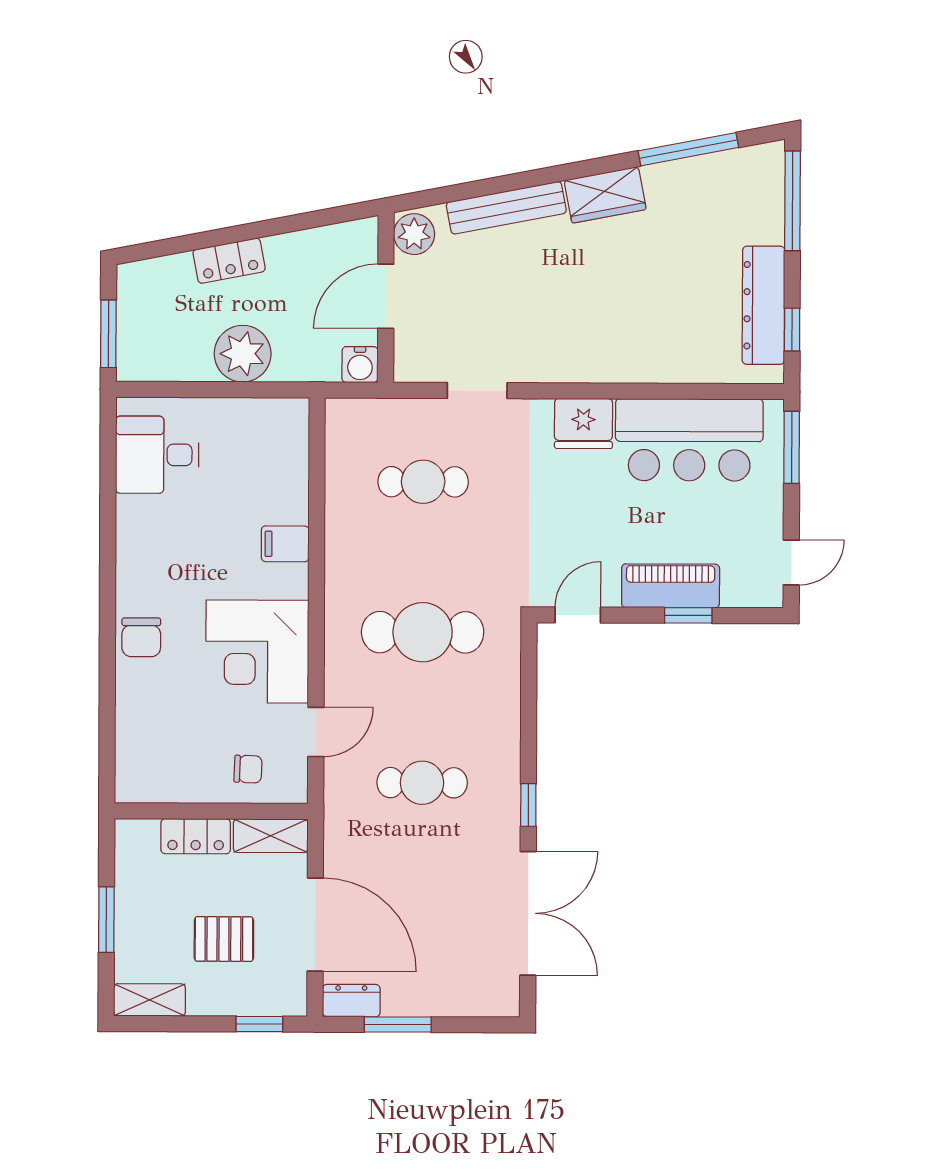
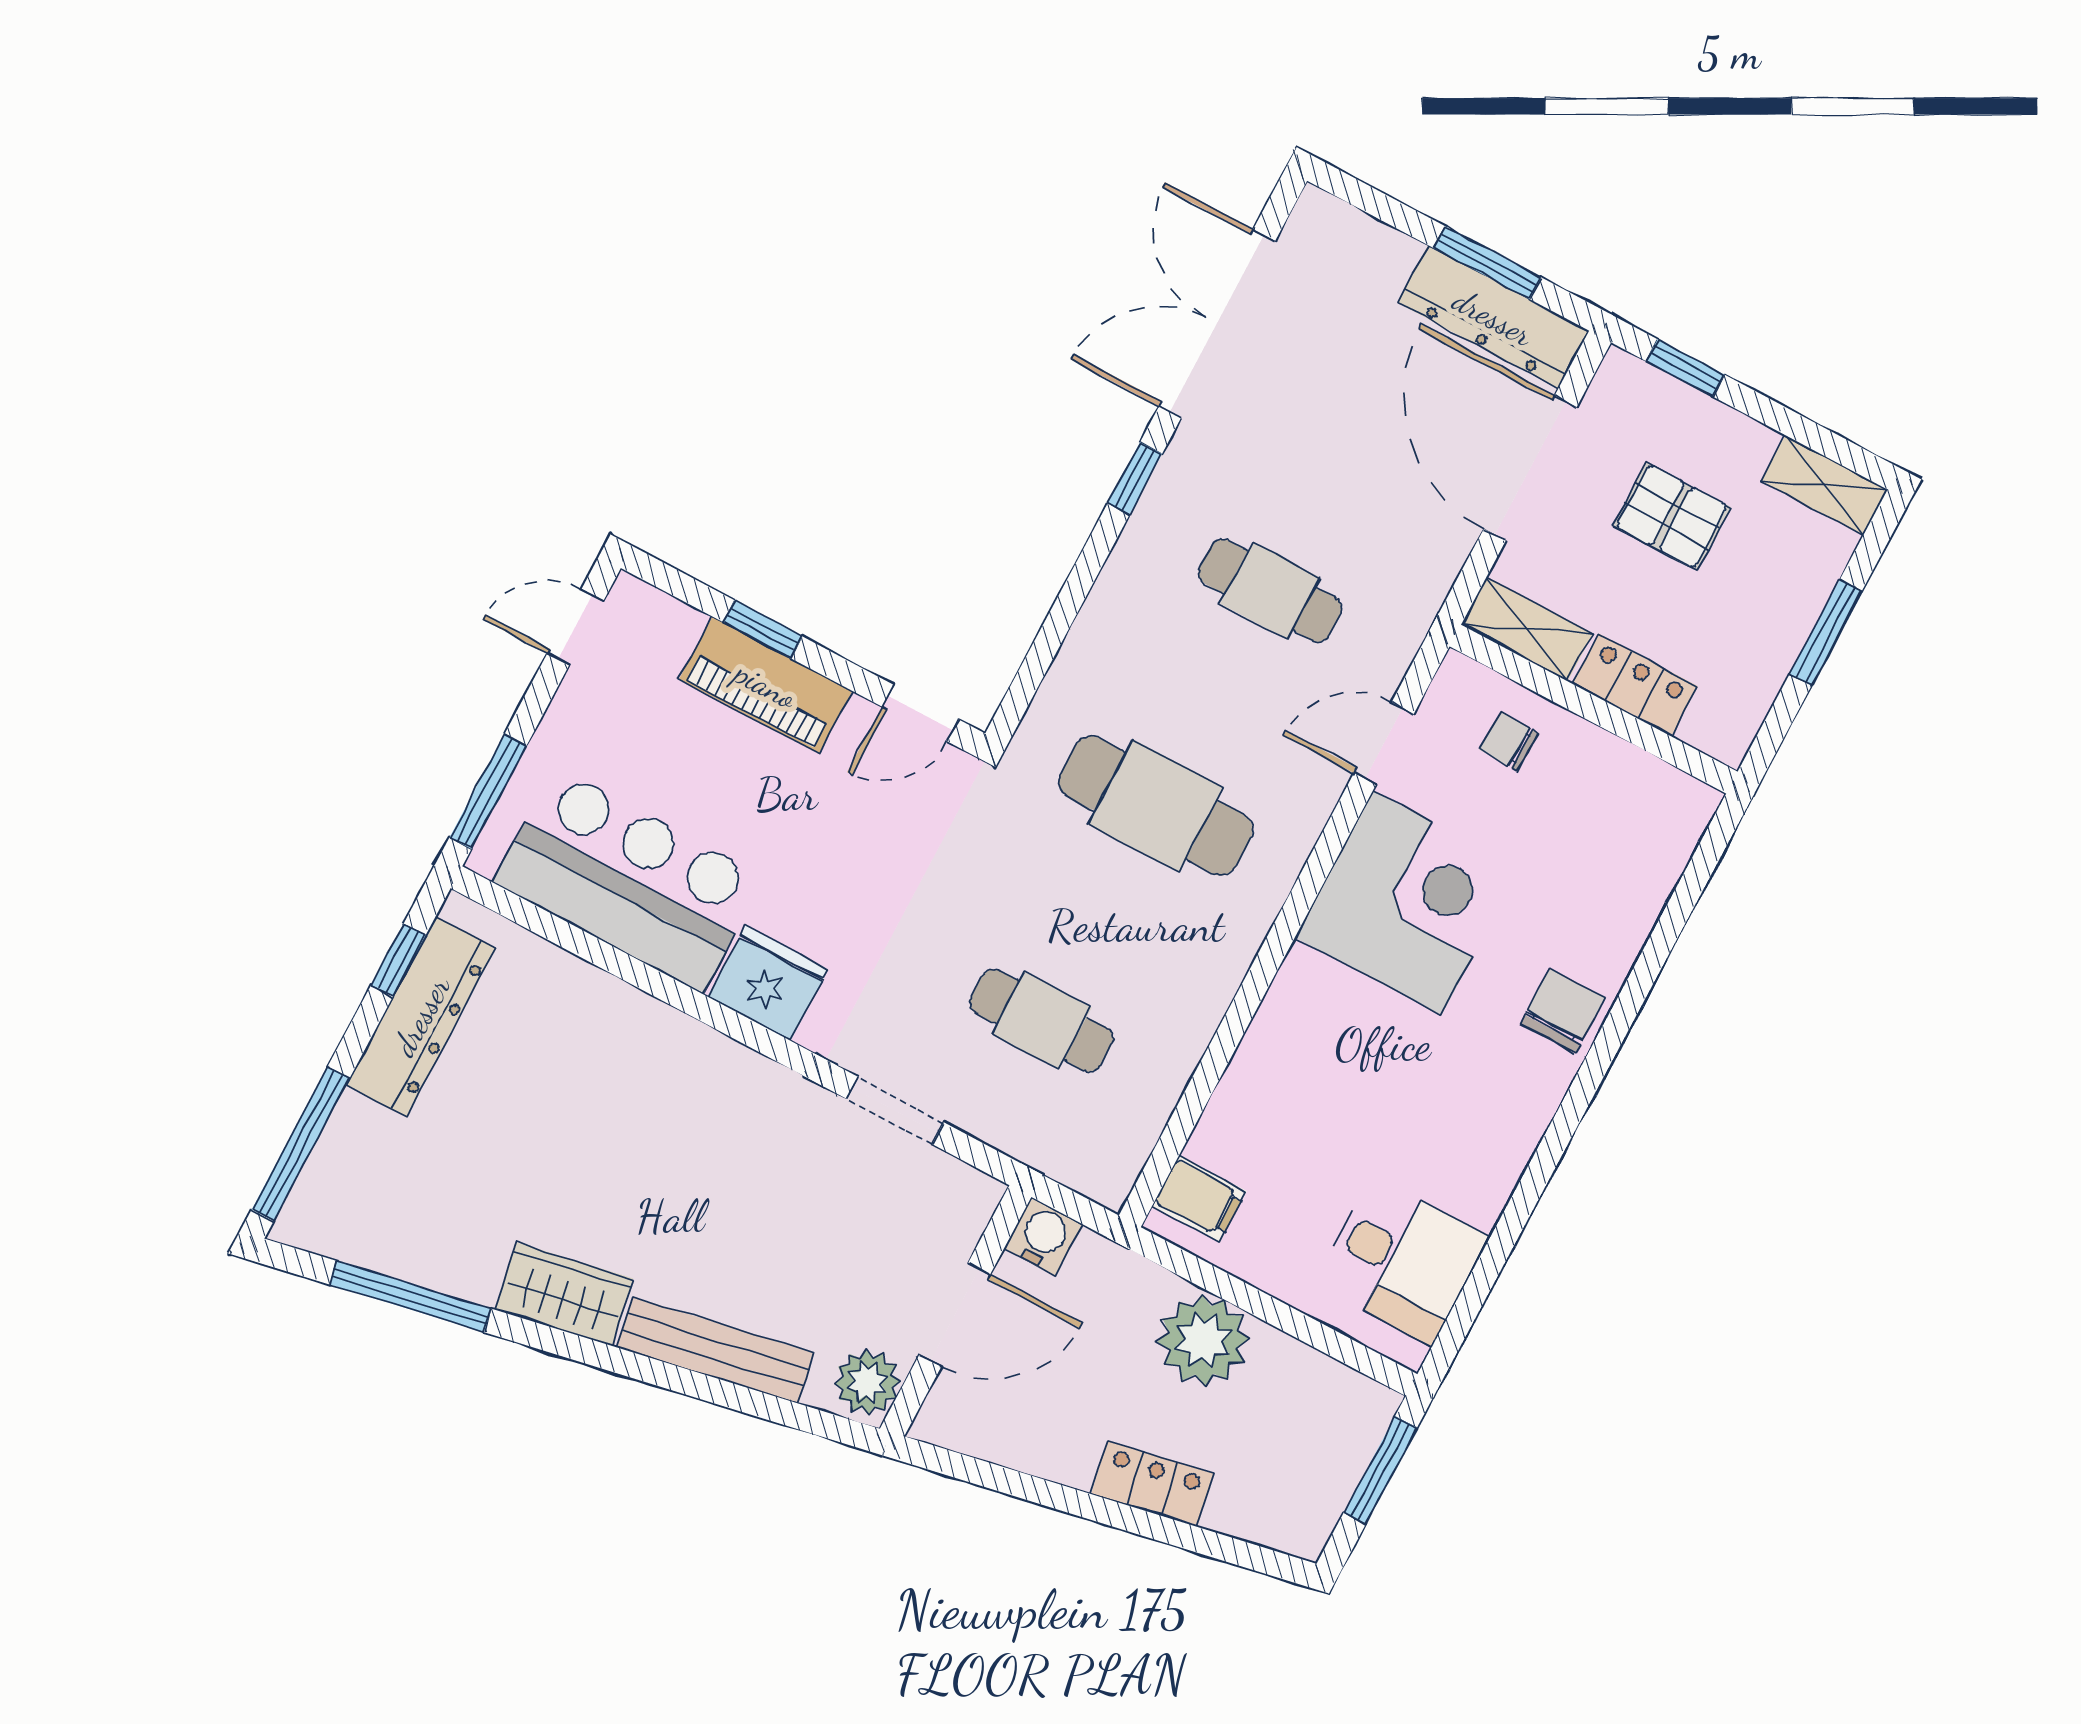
filing cabinet: (285, 544) -> (1199, 1199), moved
dresser: (351, 1001) -> (1493, 317), width x1.96, depth x1.24

